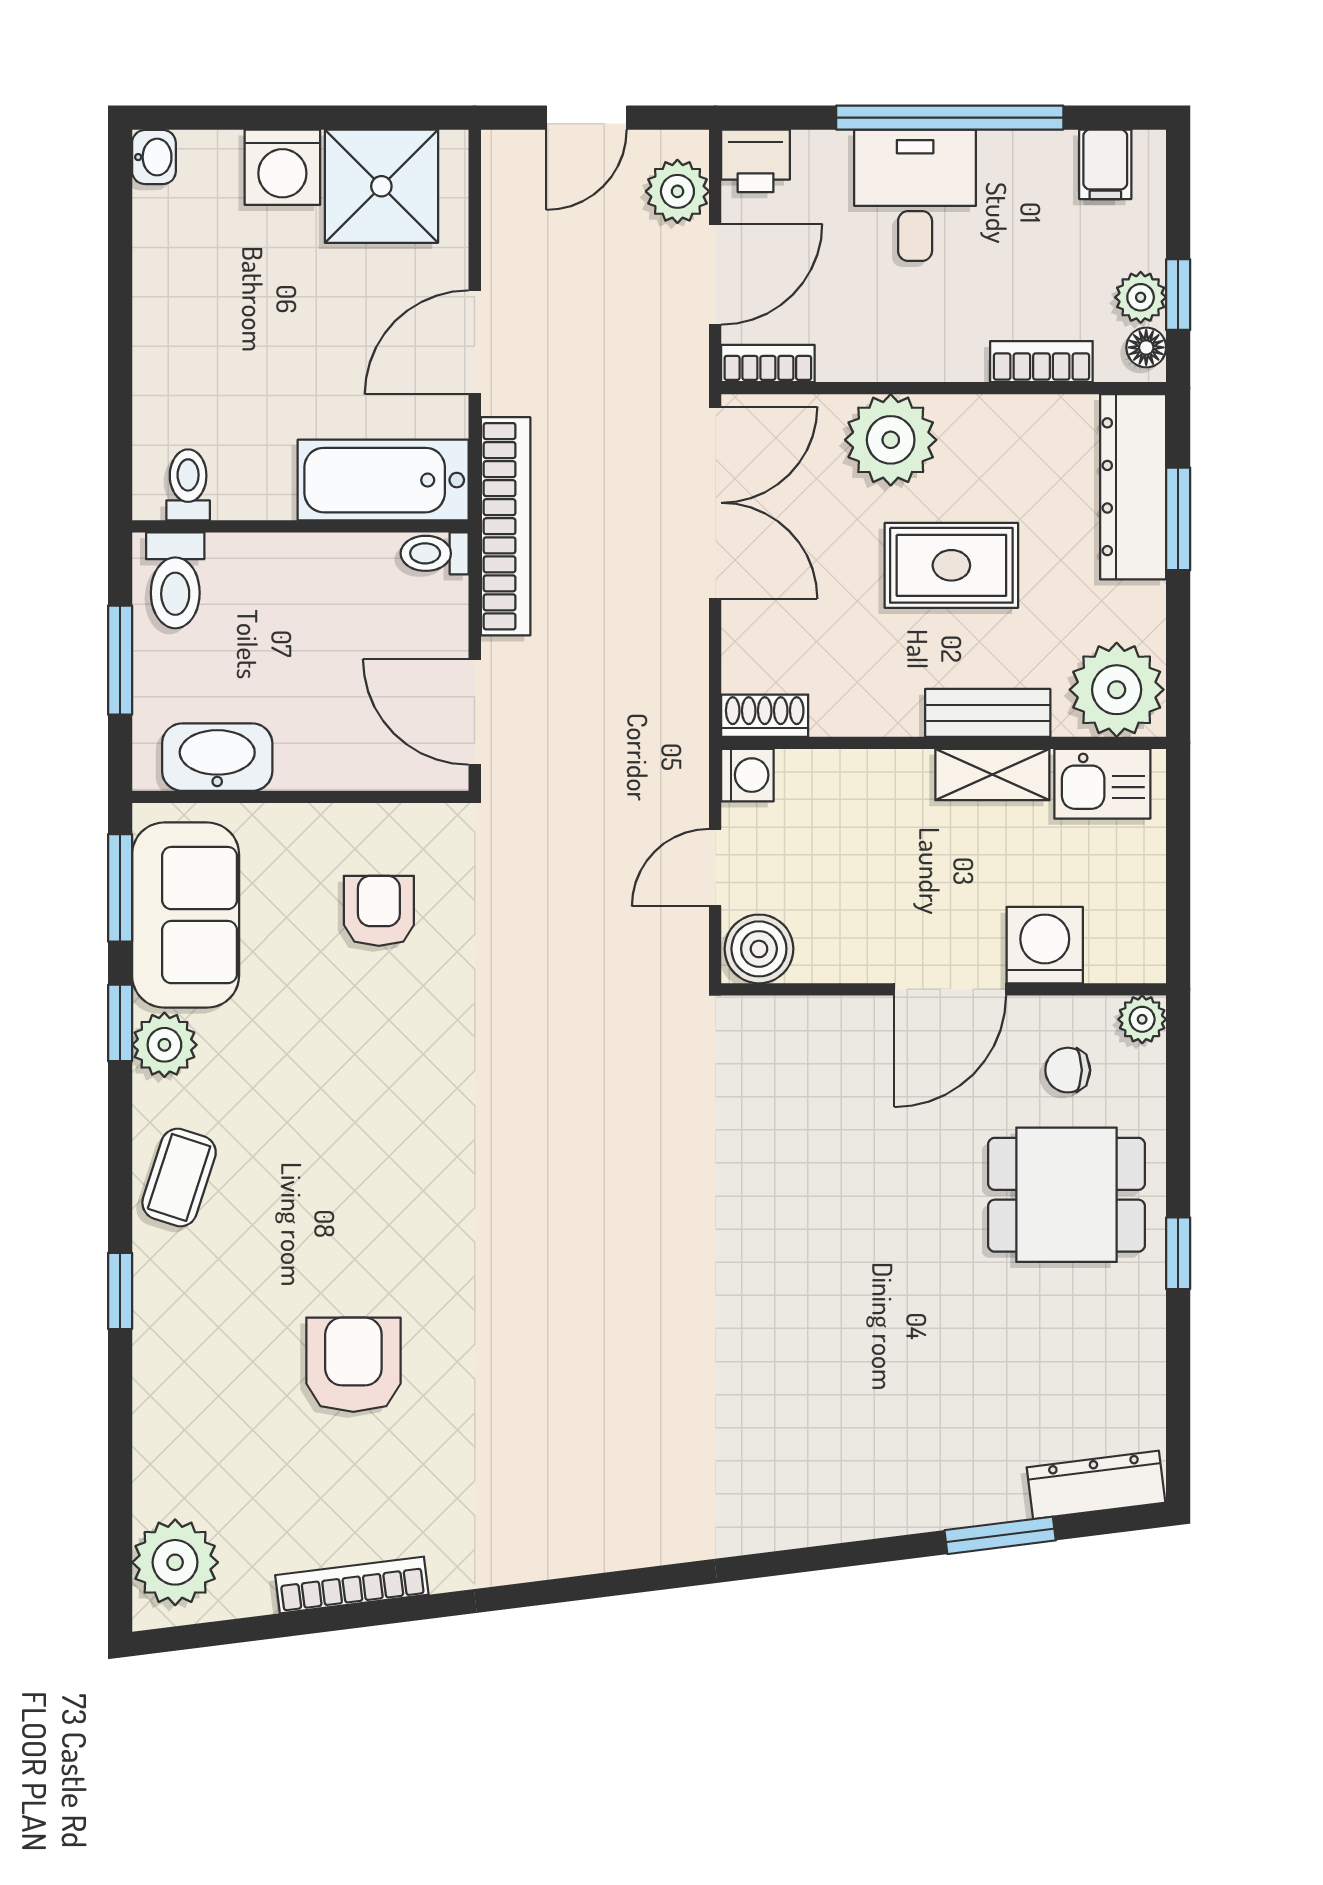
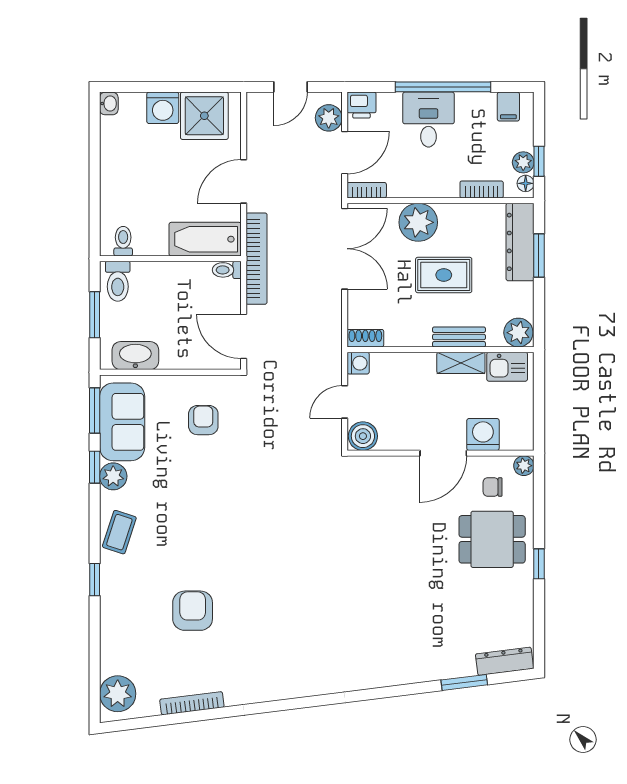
plant: (1117, 690) -> (518, 333), width x0.73, depth x0.73

